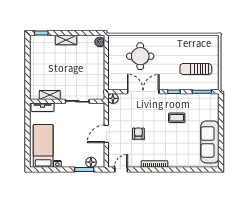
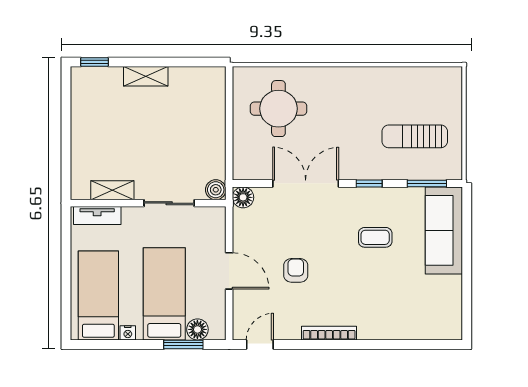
boiler: (100, 42) -> (216, 190), moved
round table: (140, 56) -> (278, 109), moved
door: (106, 134) -> (229, 271), swing flipped
sofa: (210, 142) -> (444, 230), moved
bed: (75, 145) -> (164, 294), added

